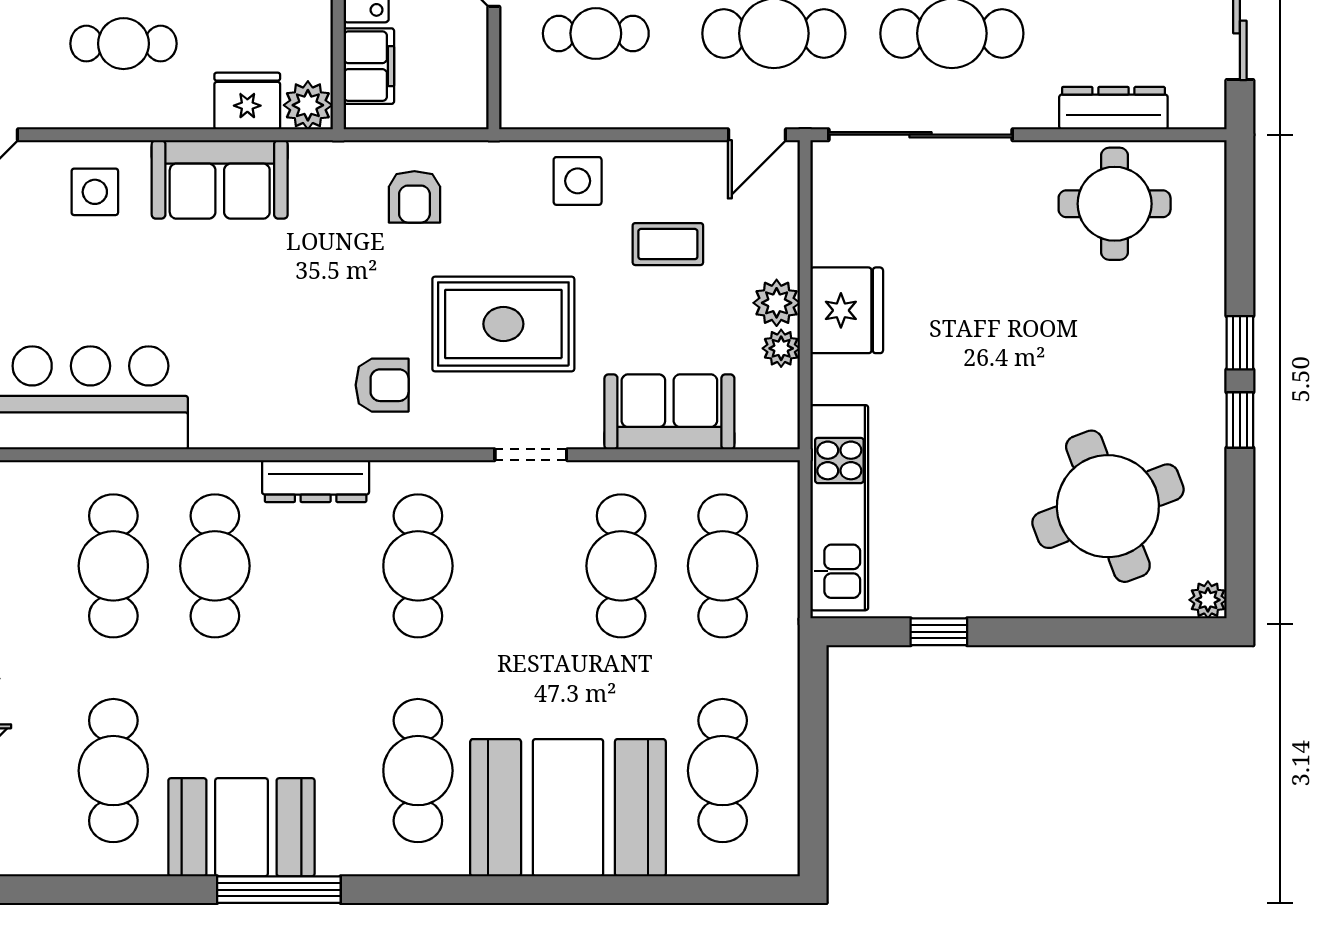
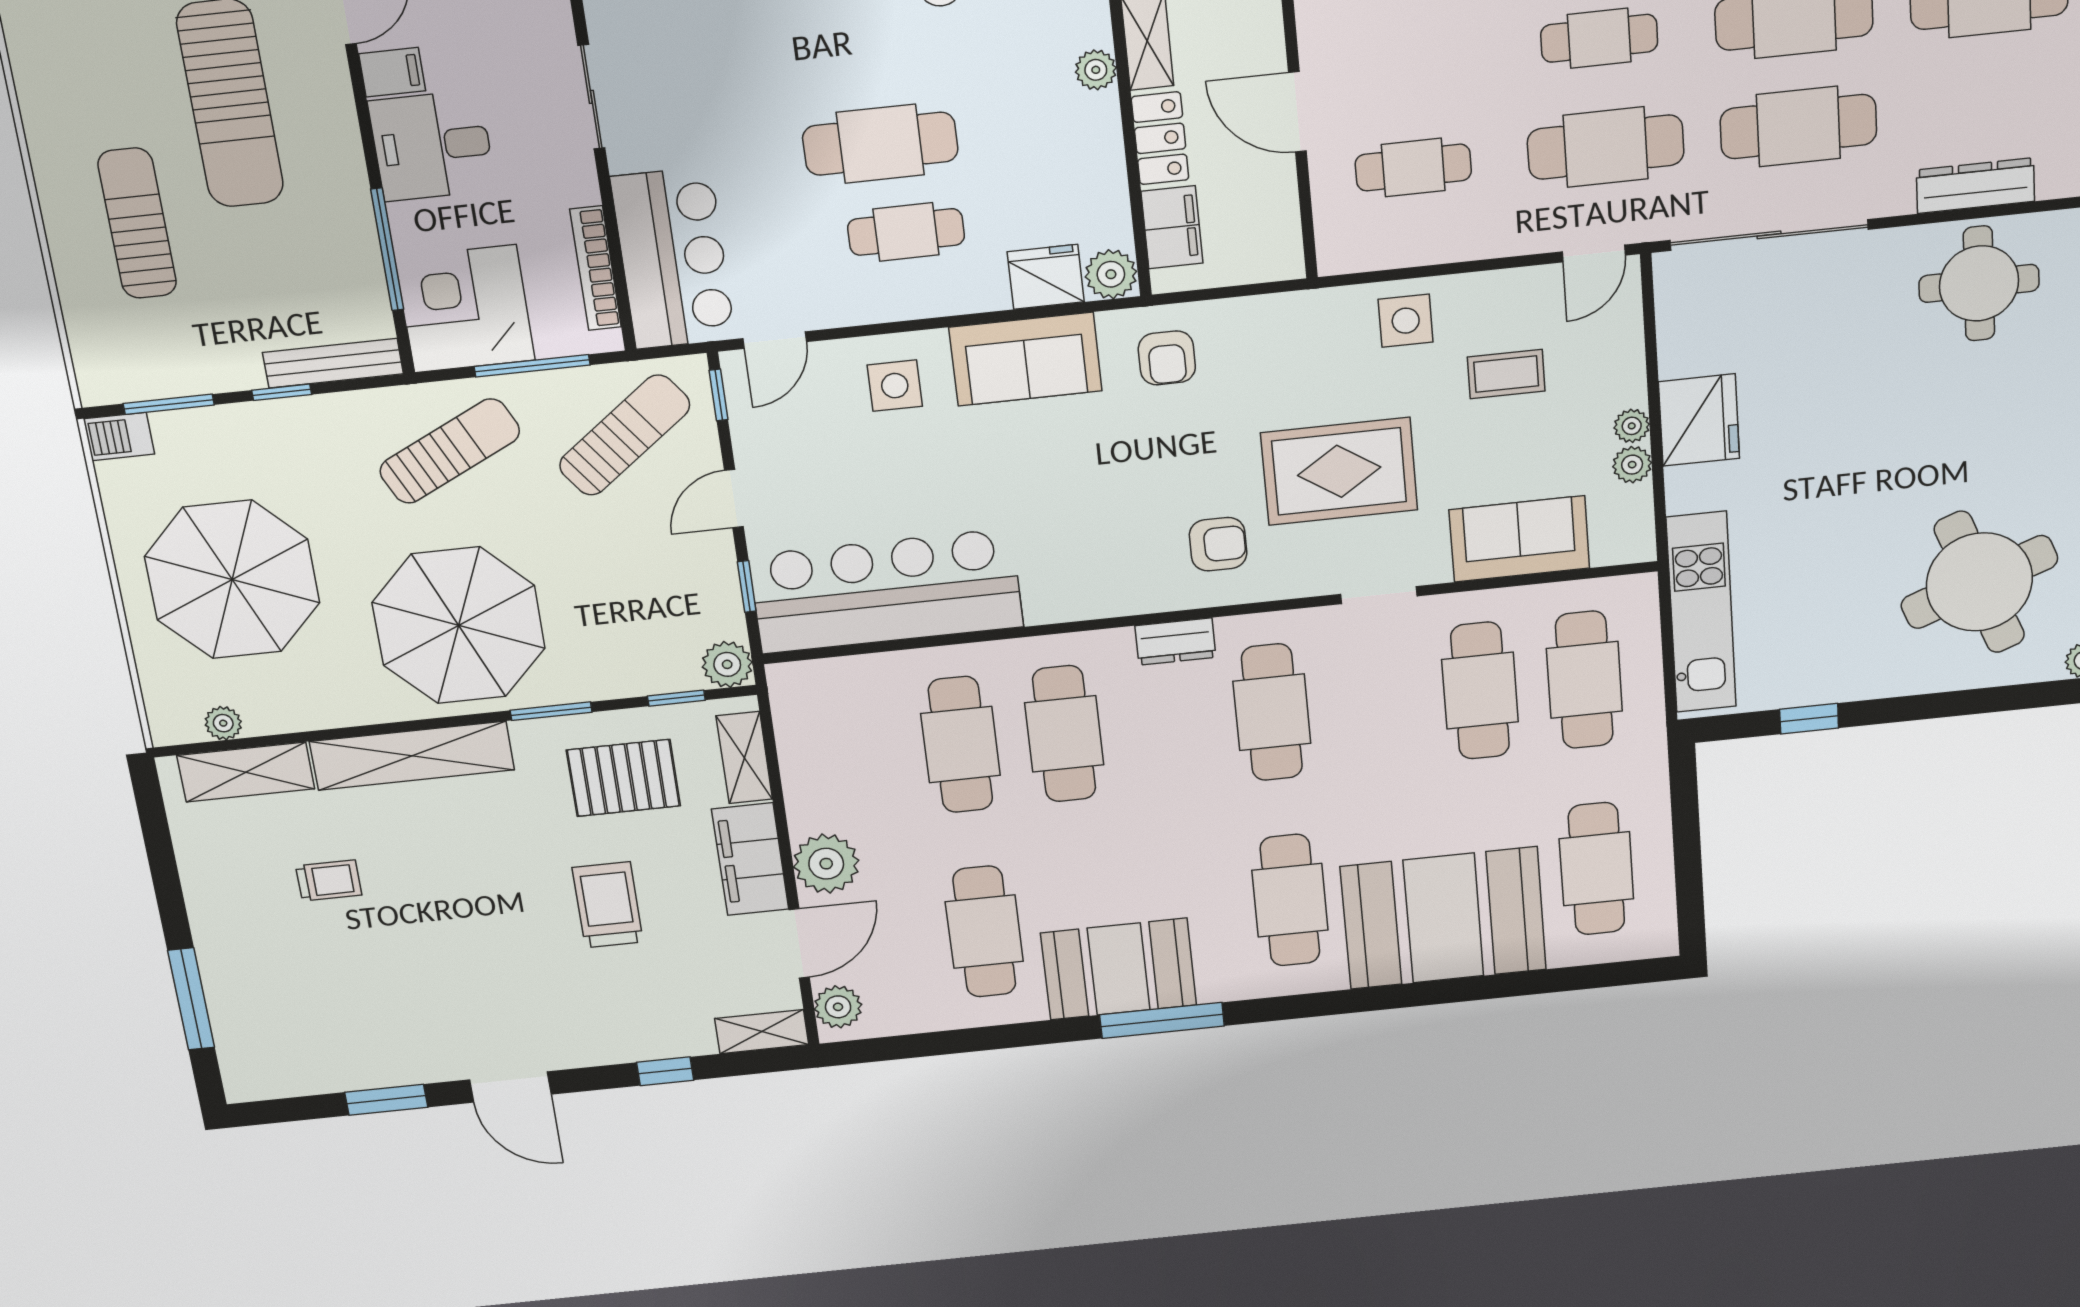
armchair: (414, 197) -> (1167, 358), moved
plant: (777, 303) -> (1632, 426), width x0.73, depth x0.73
dresser: (316, 481) -> (1175, 642), width x0.70

